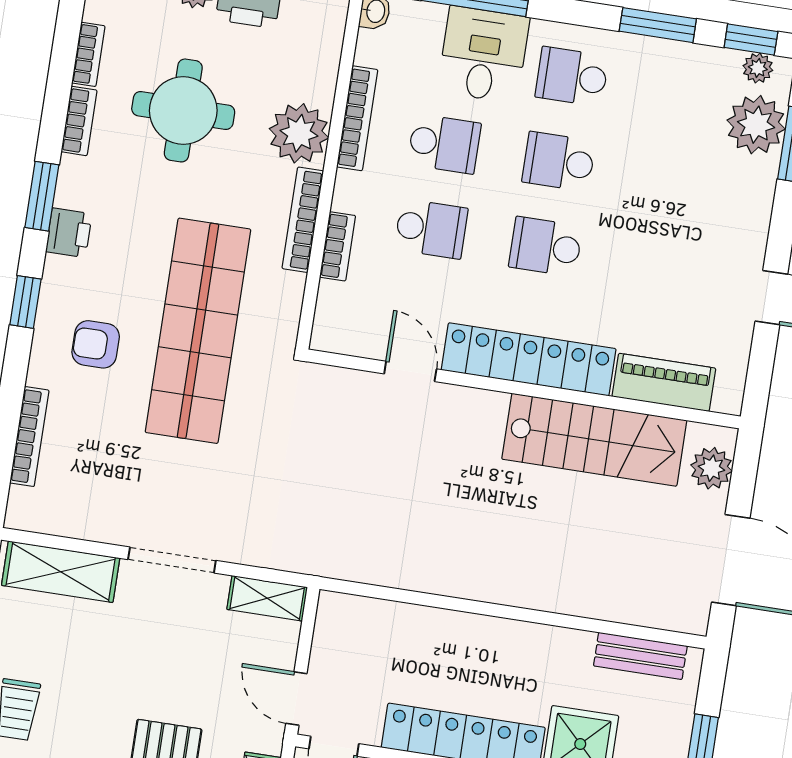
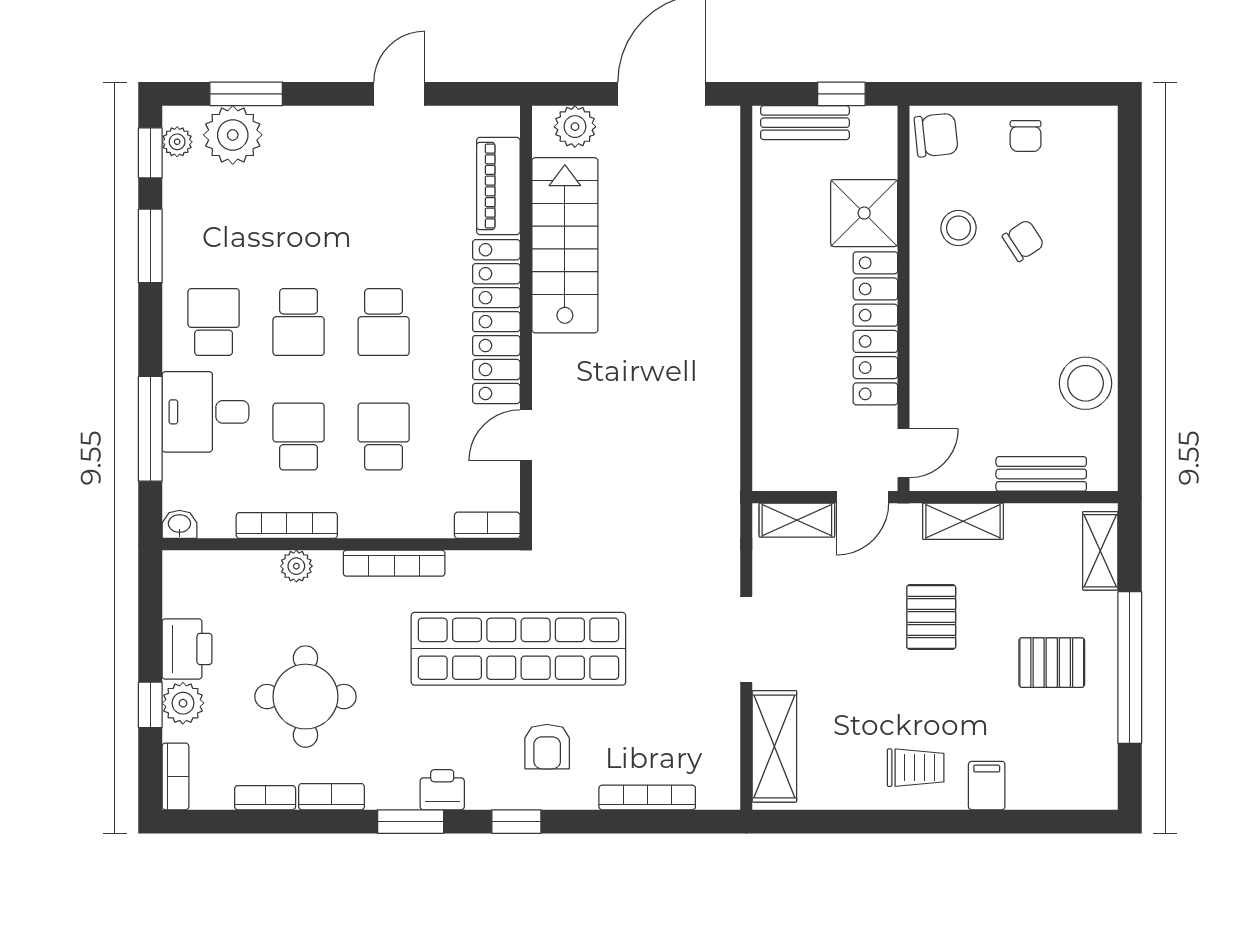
school desk: (572, 77) -> (214, 322), turned 180
plant: (299, 133) -> (296, 566), width x0.53, depth x0.53
bookcase: (338, 246) -> (487, 525), moved
shelving: (267, 598) -> (797, 520), moved, turned 90
bench: (640, 656) -> (805, 123), moved, turned 90

